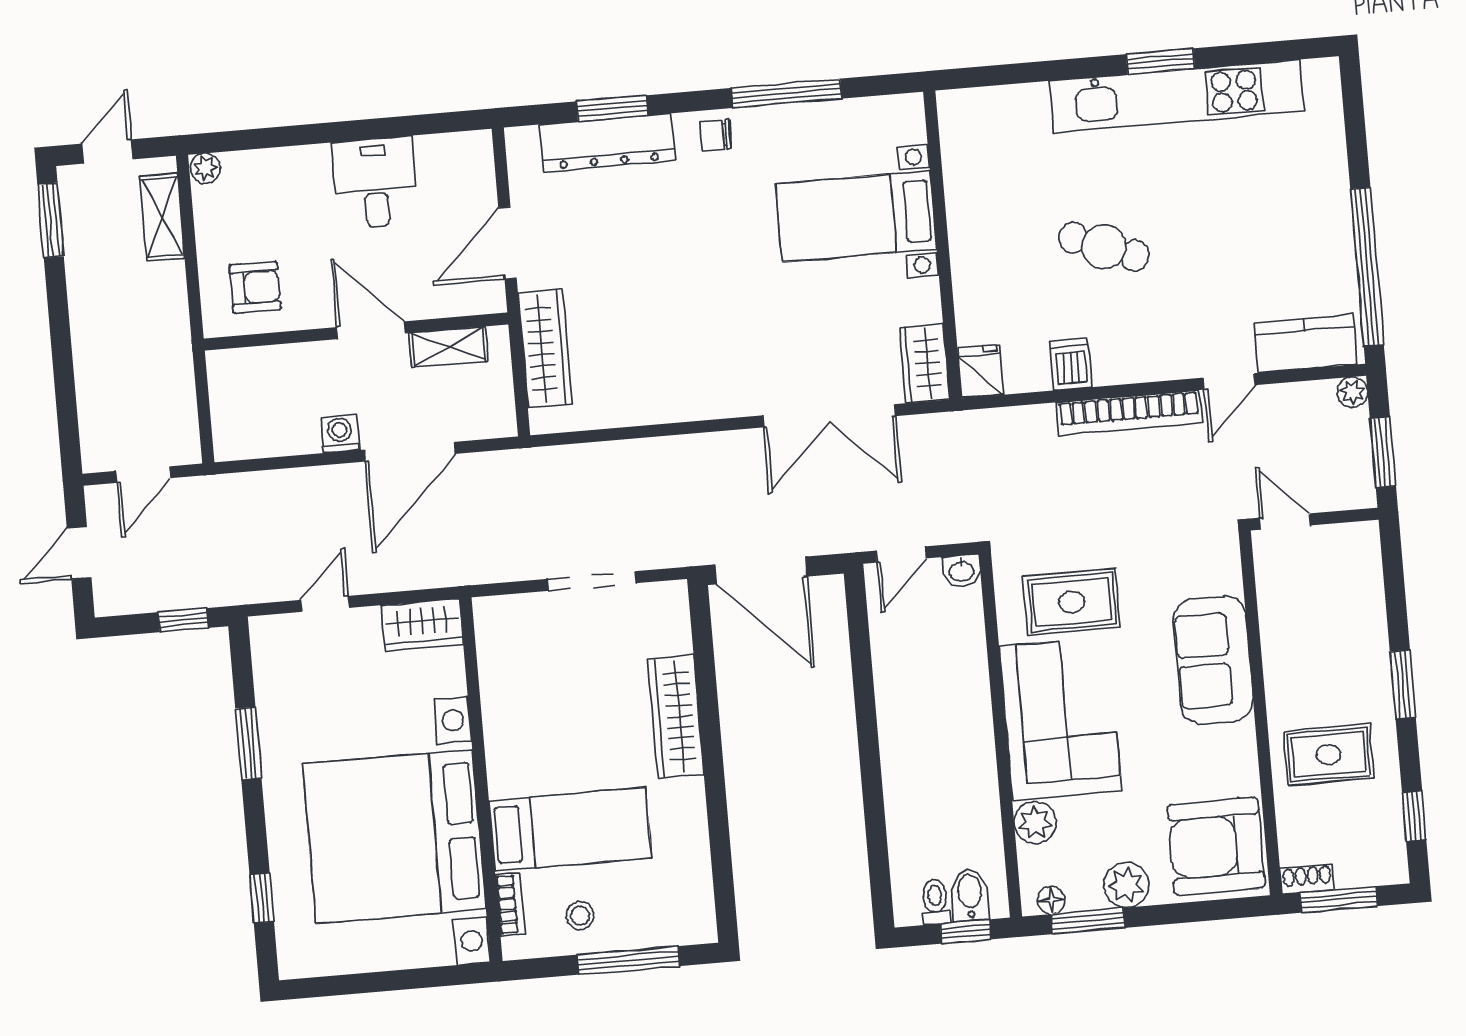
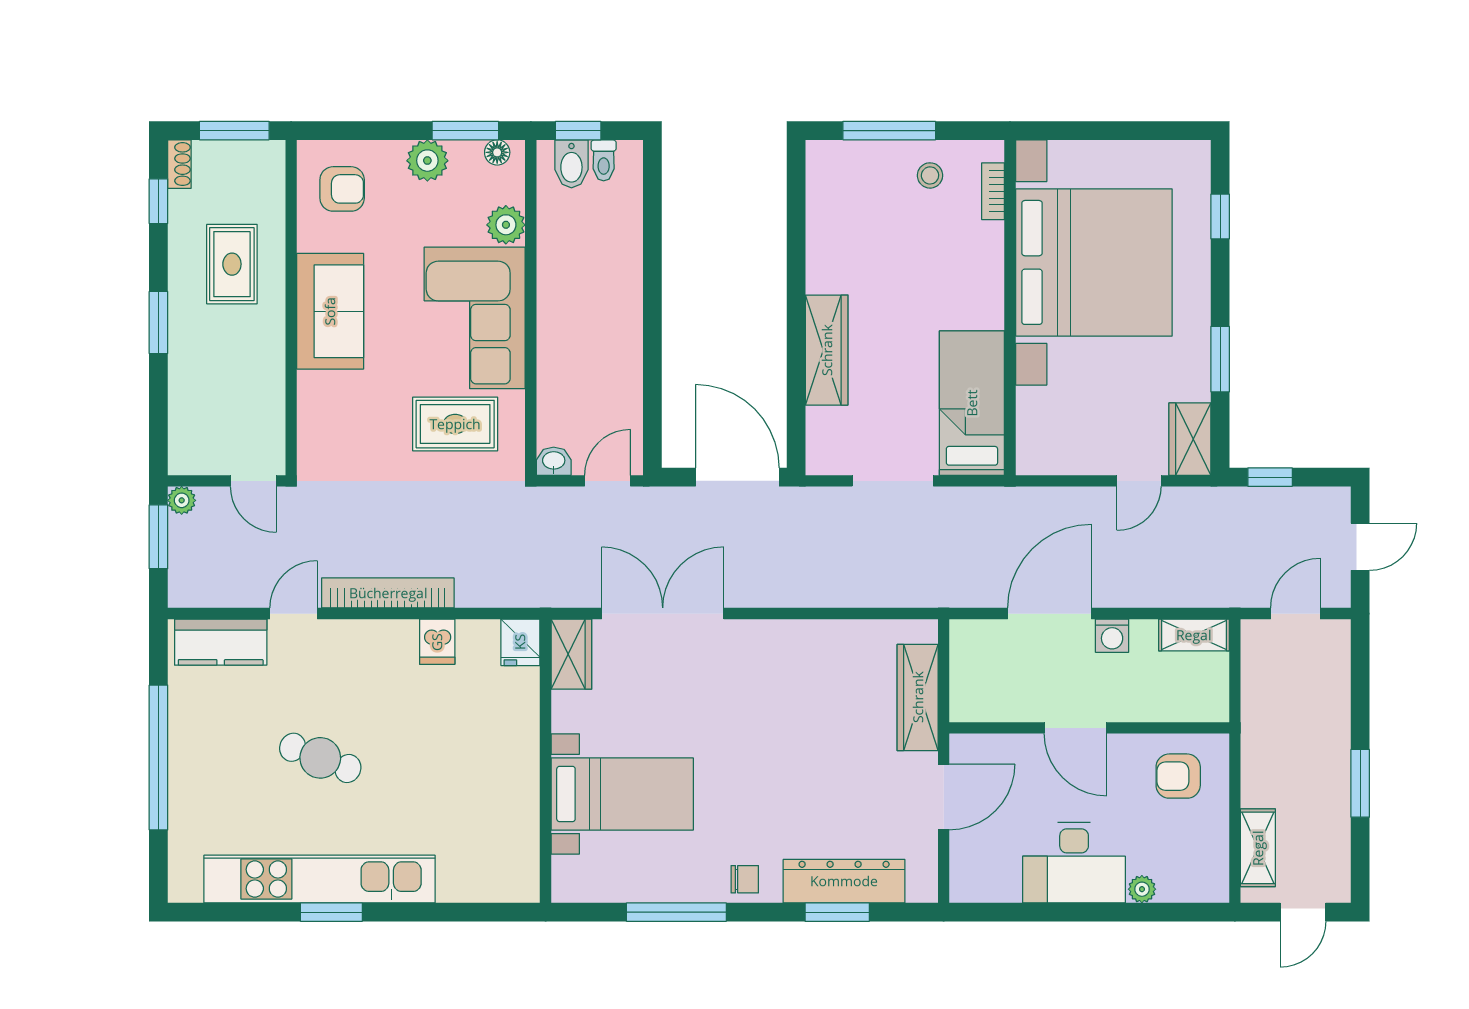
plant: (205, 168) -> (1142, 889), moved
desk: (375, 183) -> (1074, 863), width x1.37
window: (51, 220) -> (1360, 783), moved
cafe table: (1104, 247) -> (320, 758), moved
window: (1367, 267) -> (158, 757), moved
shelving: (449, 347) -> (1194, 635), moved
plant: (1352, 392) -> (182, 500), moved
wardrobe: (422, 625) -> (1190, 439), moved, turned -90
sofa: (1213, 660) -> (330, 311), moved
rug: (1329, 755) -> (232, 264), turned 90
bed: (570, 829) -> (972, 403), moved, turned 90
armchair: (1216, 846) -> (342, 189), width x0.53, depth x0.53
shoe rack: (1307, 879) -> (179, 164), moved, turned -90

